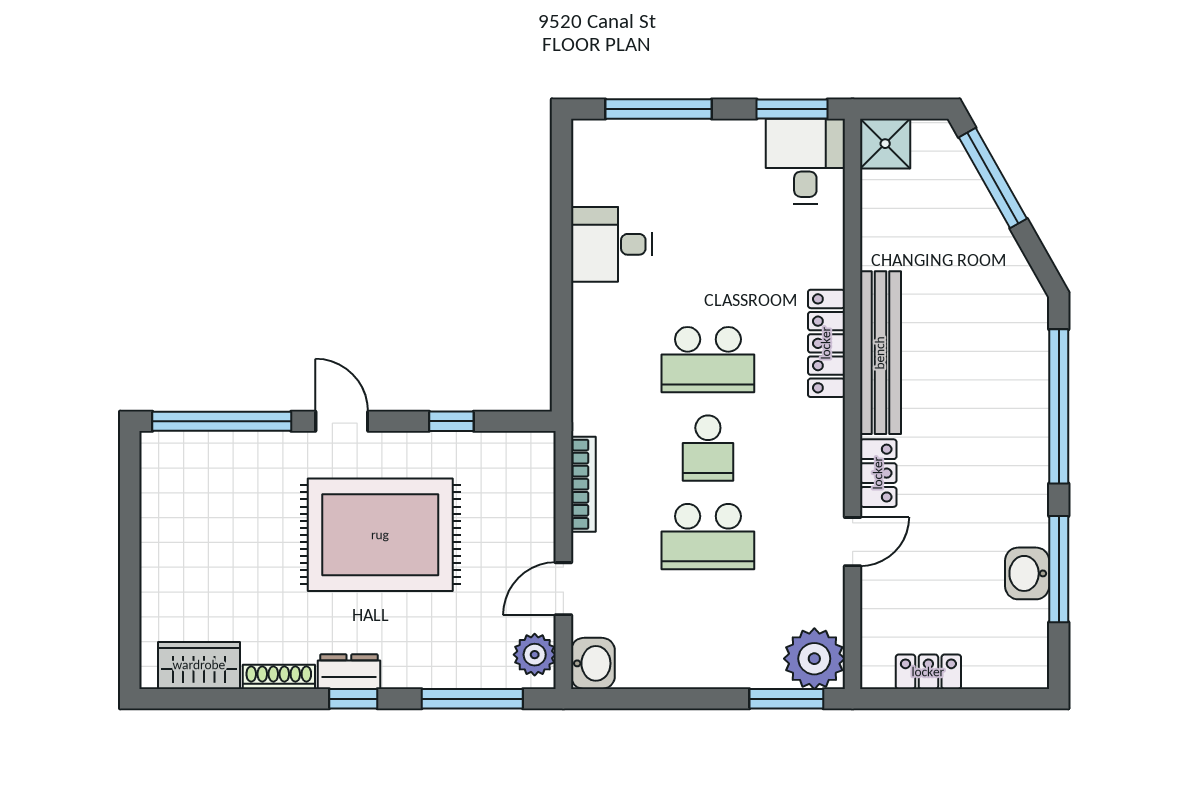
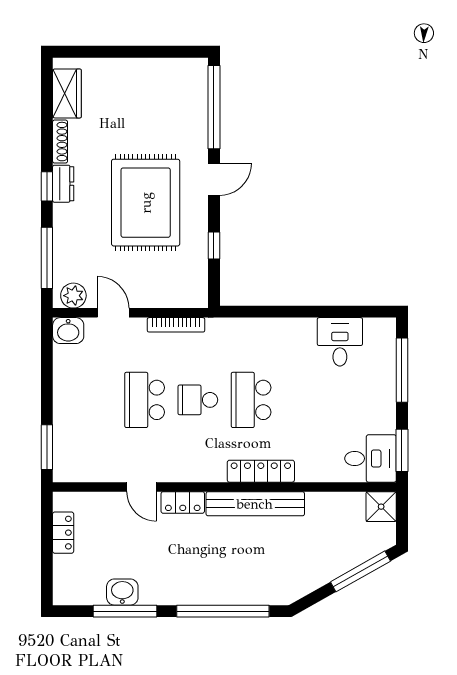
desk: (611, 244) -> (340, 342), moved
plant: (814, 659) -> (71, 464), removed

